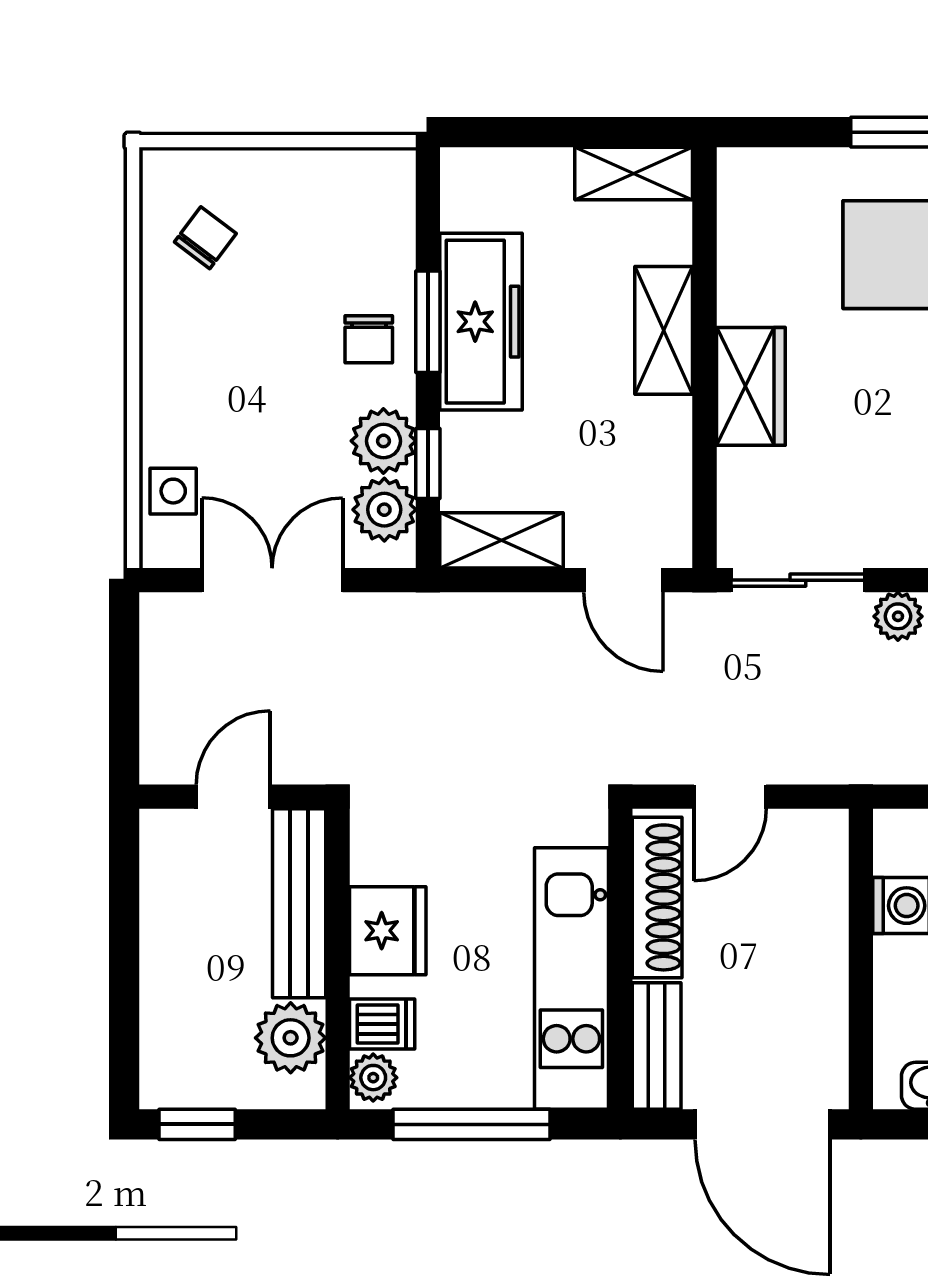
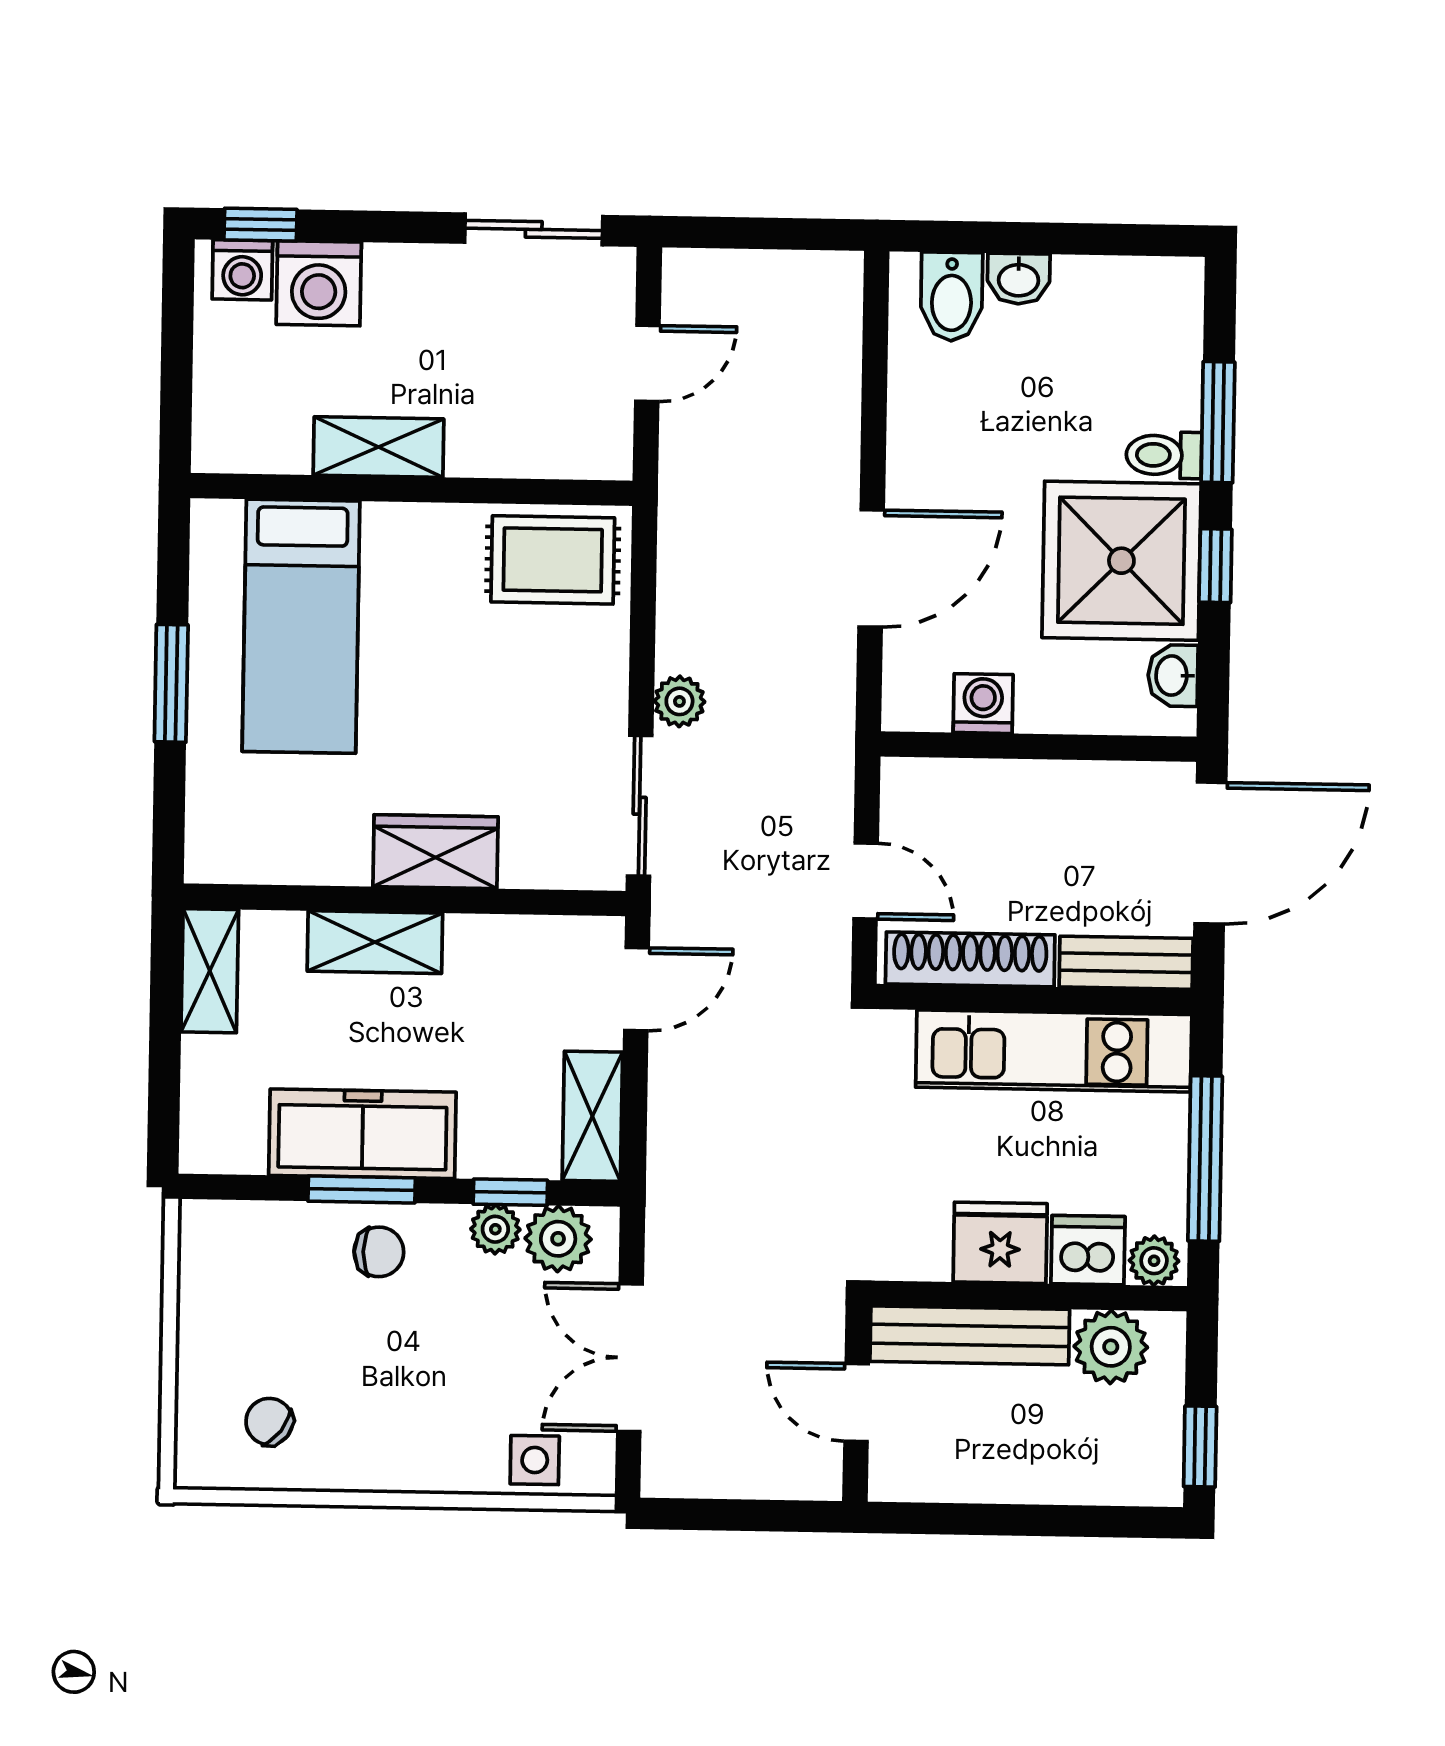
plant: (383, 441) -> (495, 1229), width x0.73, depth x0.73
dishwasher: (382, 1024) -> (1088, 1250), width x1.38

